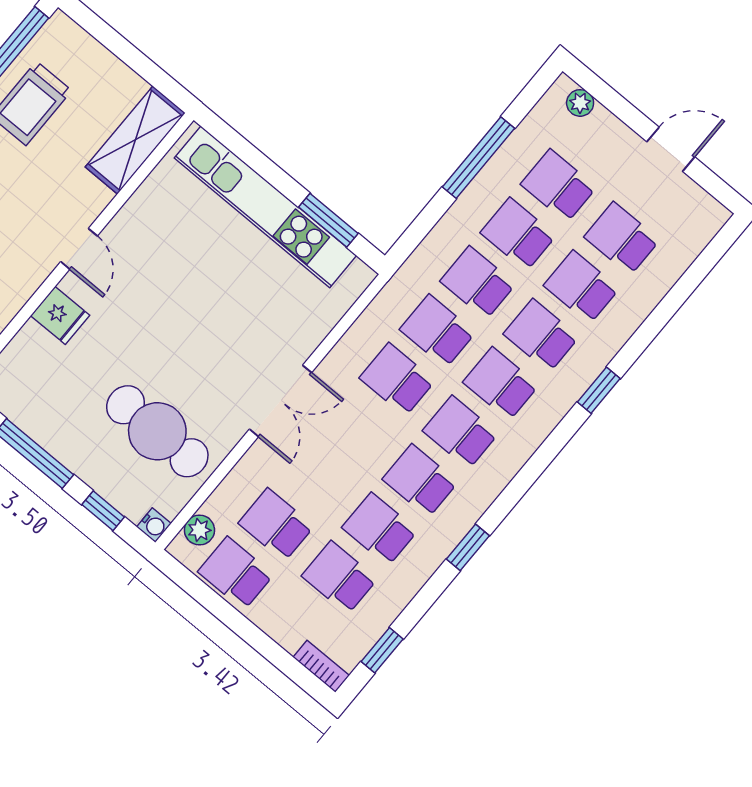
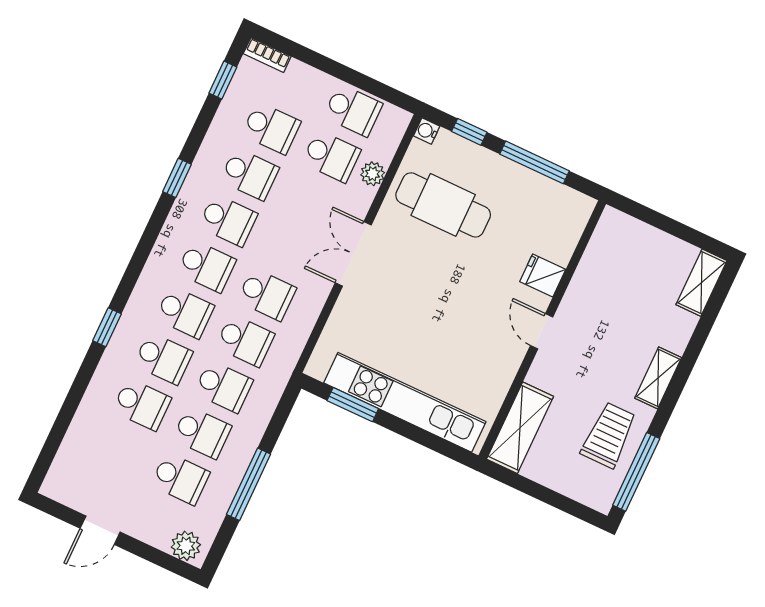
plant: (580, 103) -> (186, 546), width x1.38, depth x1.38
school desk: (622, 239) -> (120, 450), removed
plant: (199, 530) -> (373, 174), moved

